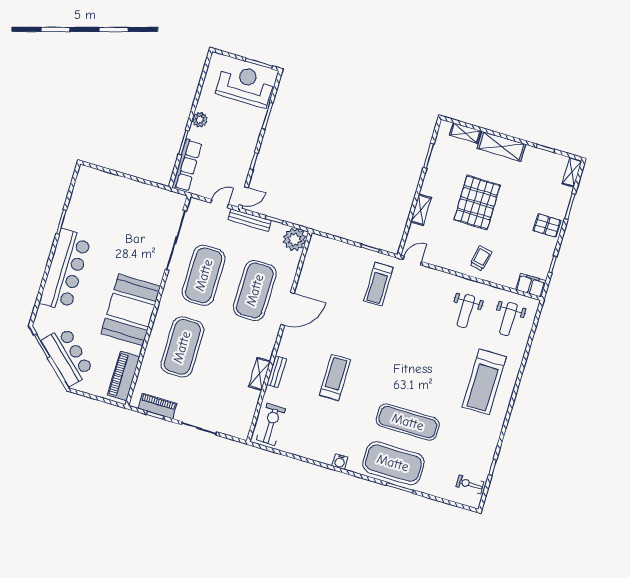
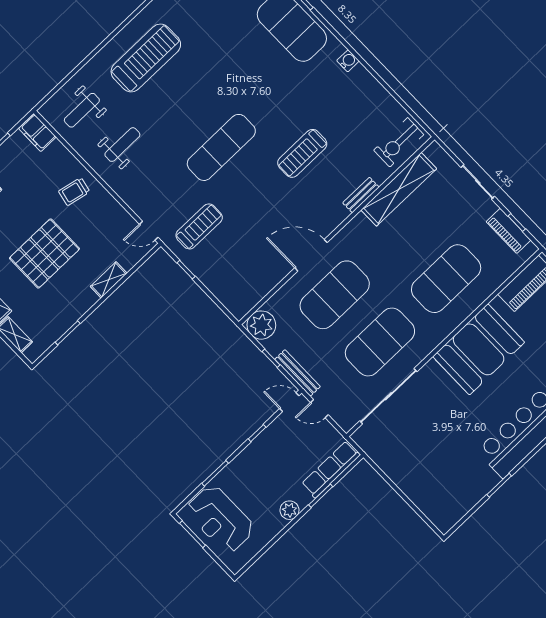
weight bench: (508, 319) -> (82, 110), turned 180
shelving: (260, 374) -> (399, 189), width x2.20, depth x1.33
exercise mat: (408, 422) -> (221, 147), moved, turned 90

